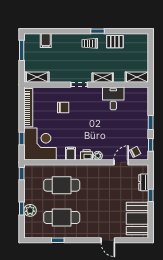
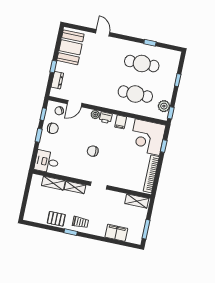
filing cabinet: (46, 40) -> (116, 233), width x2.00
shelving: (137, 77) -> (53, 183), moved
desk: (113, 98) -> (47, 162), moved, turned 90
chair: (63, 107) -> (93, 151), moved
chair: (138, 133) -> (53, 128), added
plant: (30, 210) -> (164, 106), moved

